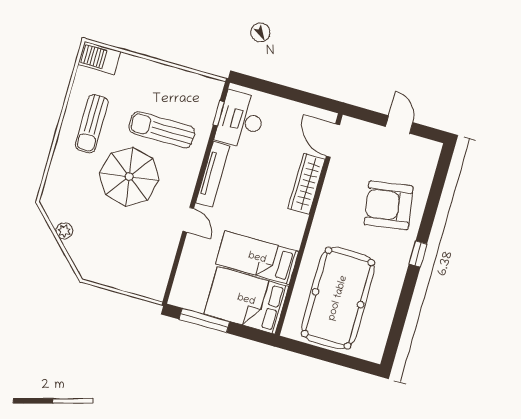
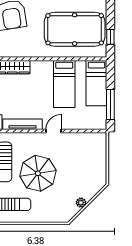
bed: (246, 300) -> (96, 83), width x0.67
window: (310, 351) -> (110, 37), added

